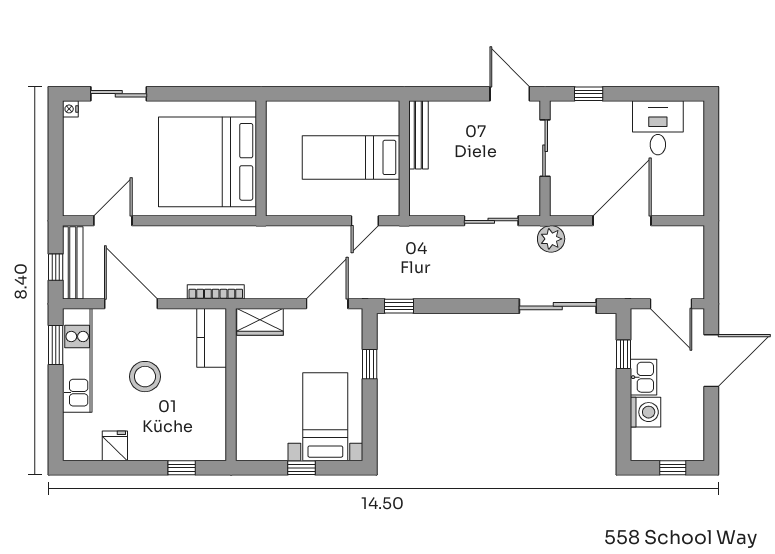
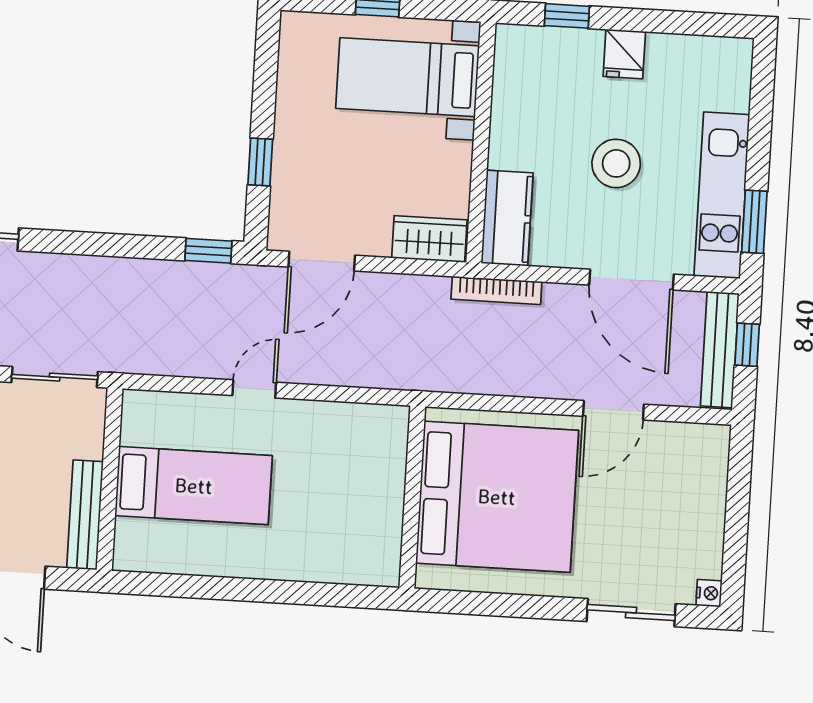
bench: (418, 135) -> (85, 515), moved
bed: (351, 157) -> (194, 486), moved
wall: (404, 158) -> (110, 479), moved
door: (113, 221) -> (613, 410), moved
bed with nightstands: (325, 417) -> (408, 77), moved, turned 90
fridge: (115, 446) -> (624, 54), moved

